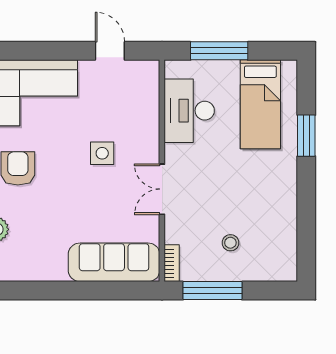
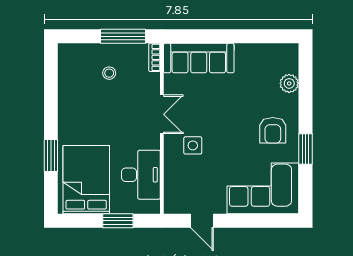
window: (219, 51) -> (118, 221), width x0.69
bed: (260, 104) -> (86, 180), width x1.50
side table: (102, 153) -> (193, 145), moved

